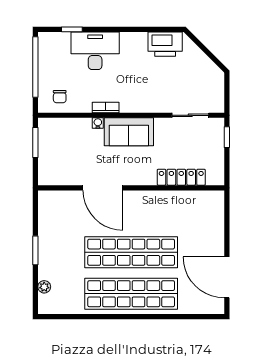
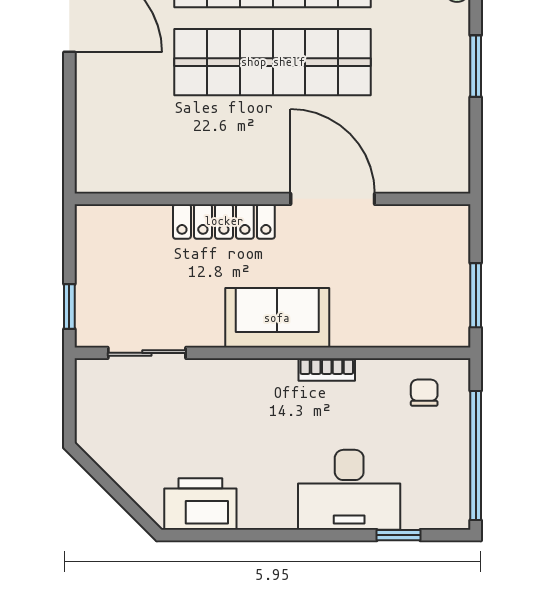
water cooler: (98, 123) -> (343, 336), removed
locker: (181, 177) -> (224, 221), moved

